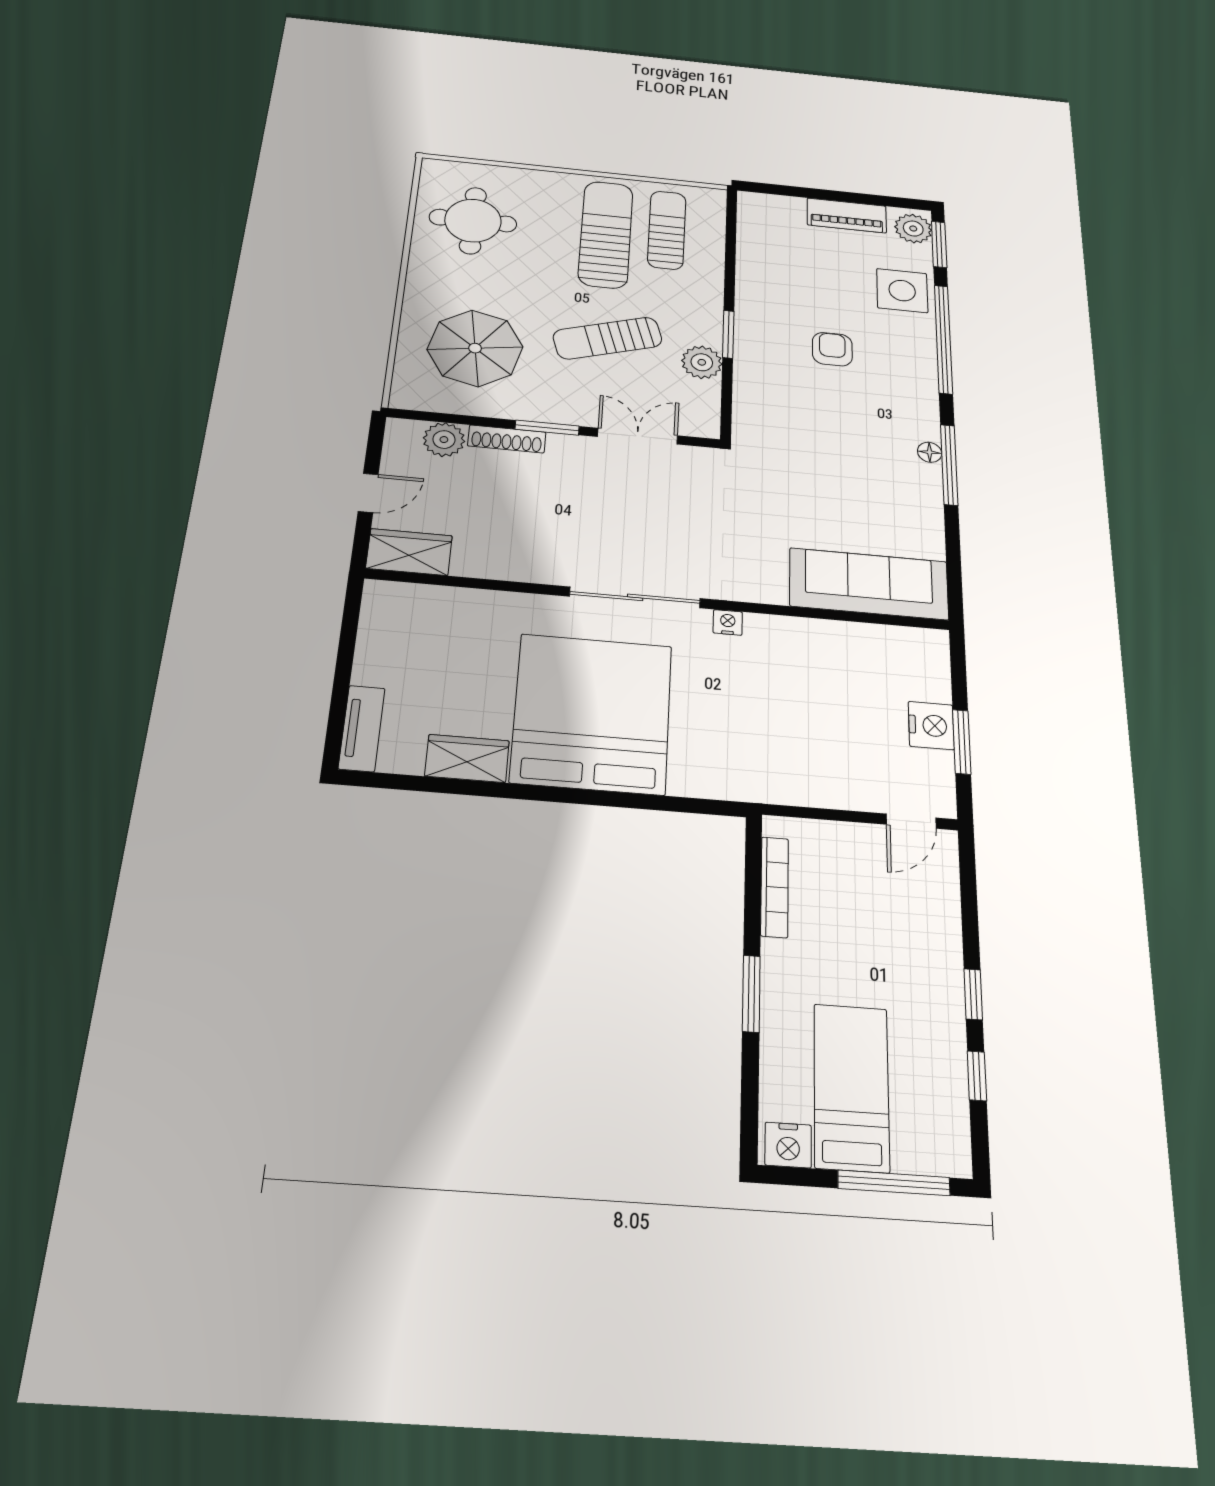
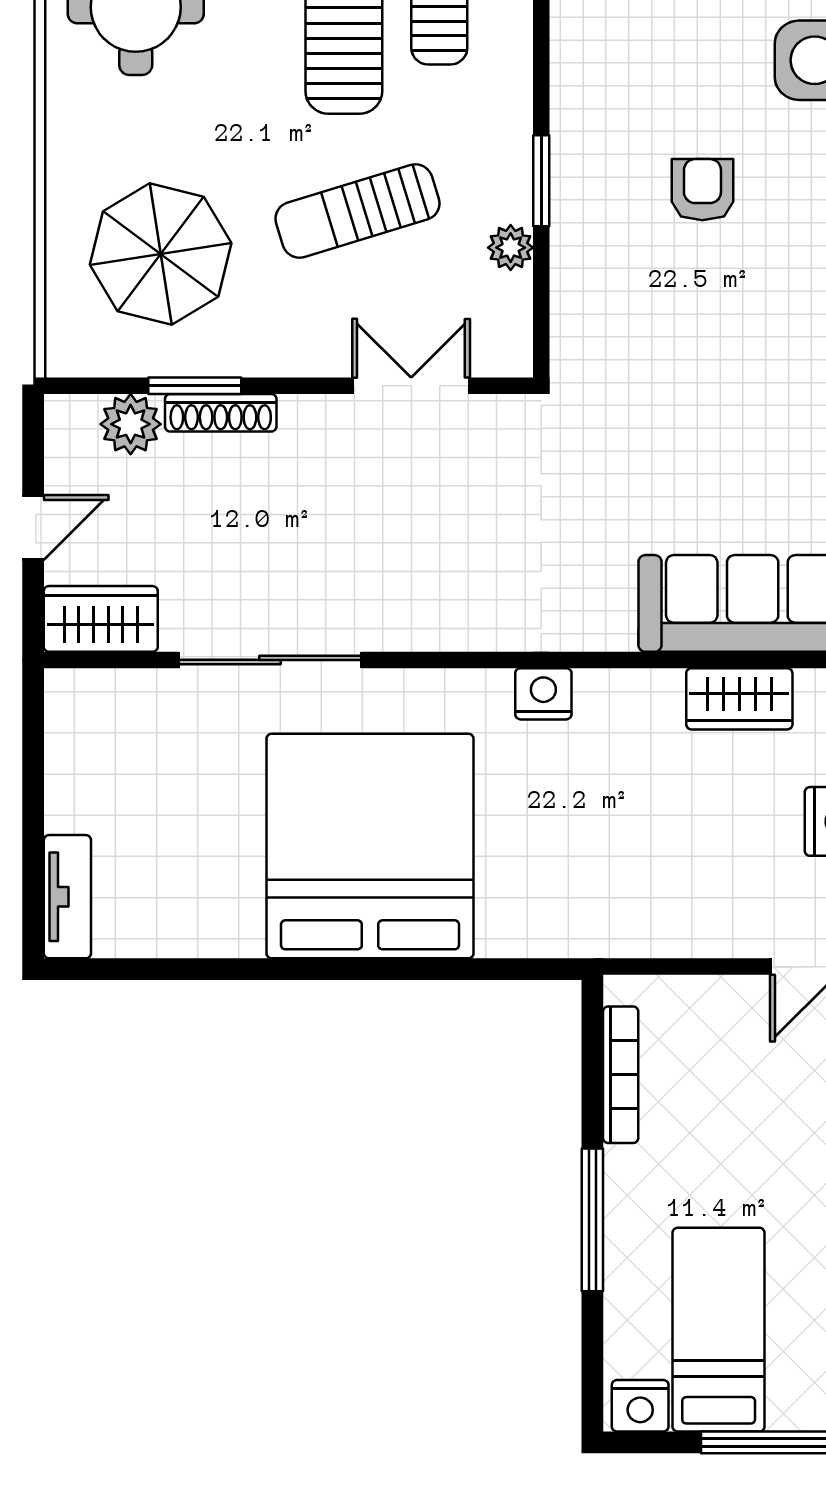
plant: (702, 362) -> (511, 248), width x0.73, depth x0.73
window: (547, 428) -> (195, 386), moved
sliding door: (635, 597) -> (270, 660), moved
nightstand: (728, 622) -> (543, 694), width x1.39, depth x1.35
wardrobe: (467, 758) -> (739, 699), moved, turned 180
window: (751, 994) -> (592, 1220), width x1.44

